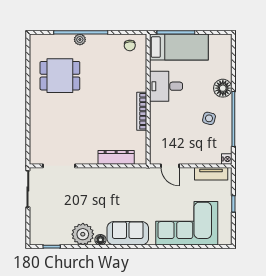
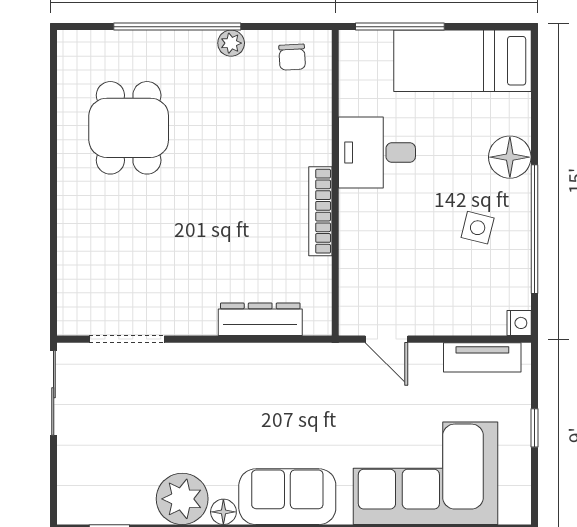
plant: (80, 40) -> (231, 43), moved
bed: (179, 47) -> (462, 61), moved, turned 180
dining table: (60, 76) -> (129, 128), turned 90

